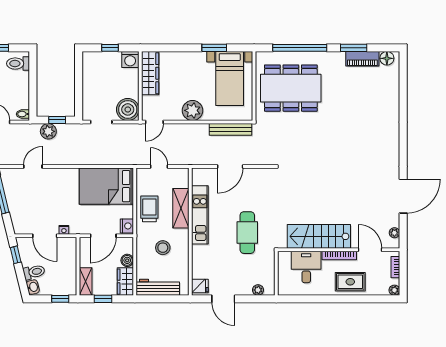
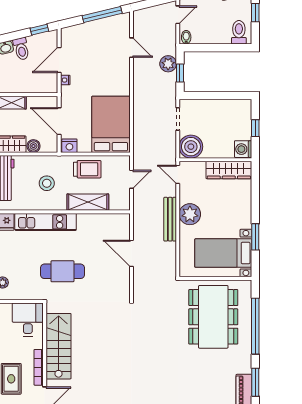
bench: (230, 129) -> (170, 219), moved
kitchen unit: (200, 215) -> (46, 222), moved
desk: (306, 267) -> (28, 320), moved, turned -90

